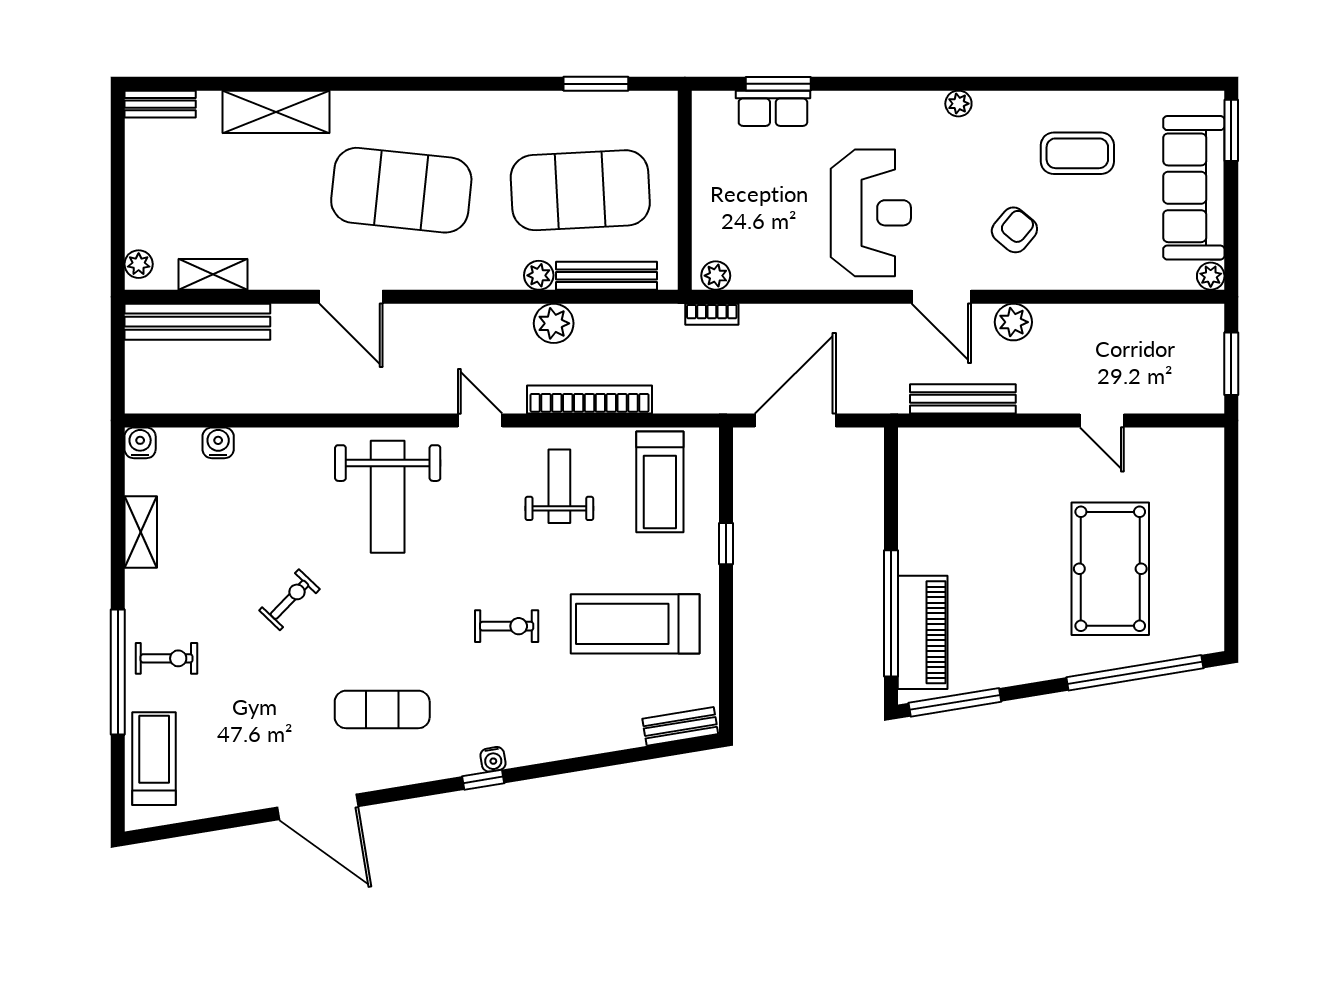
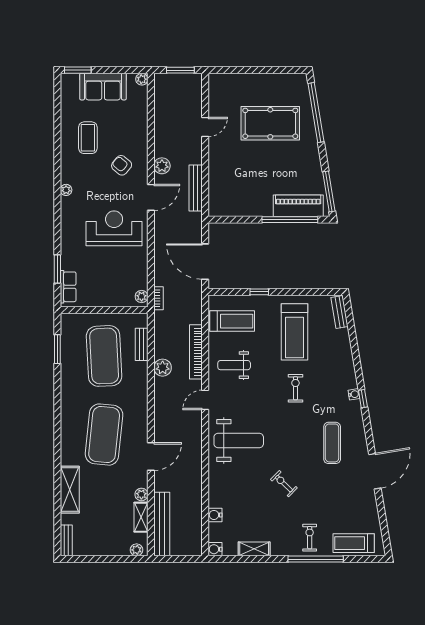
row of seats: (773, 108) -> (68, 287), moved
sofa: (1194, 188) -> (103, 87), width x0.73
plant: (539, 275) -> (141, 494), moved
bench: (606, 276) -> (142, 344), width x0.73

